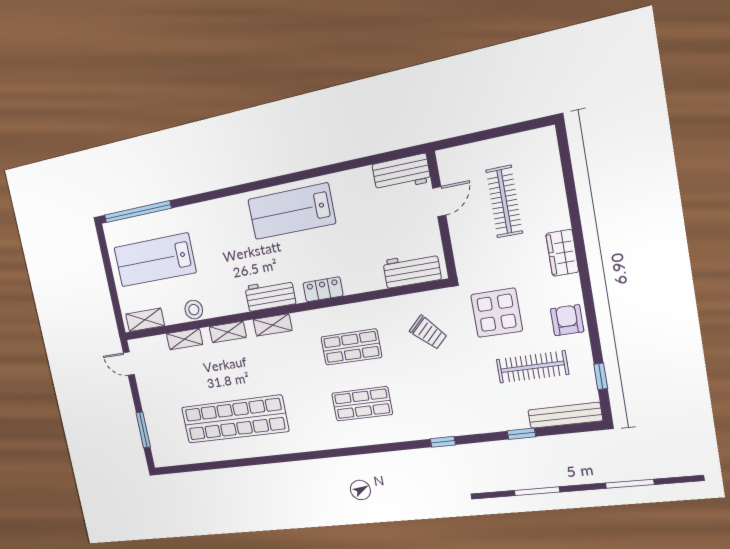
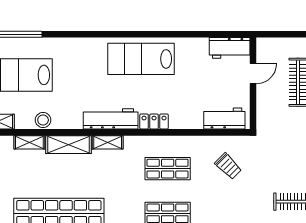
workbench: (270, 295) -> (111, 119), width x1.38
display table: (497, 313) -> (280, 159), removed
shelving: (228, 332) -> (69, 145), width x1.50, depth x1.33

